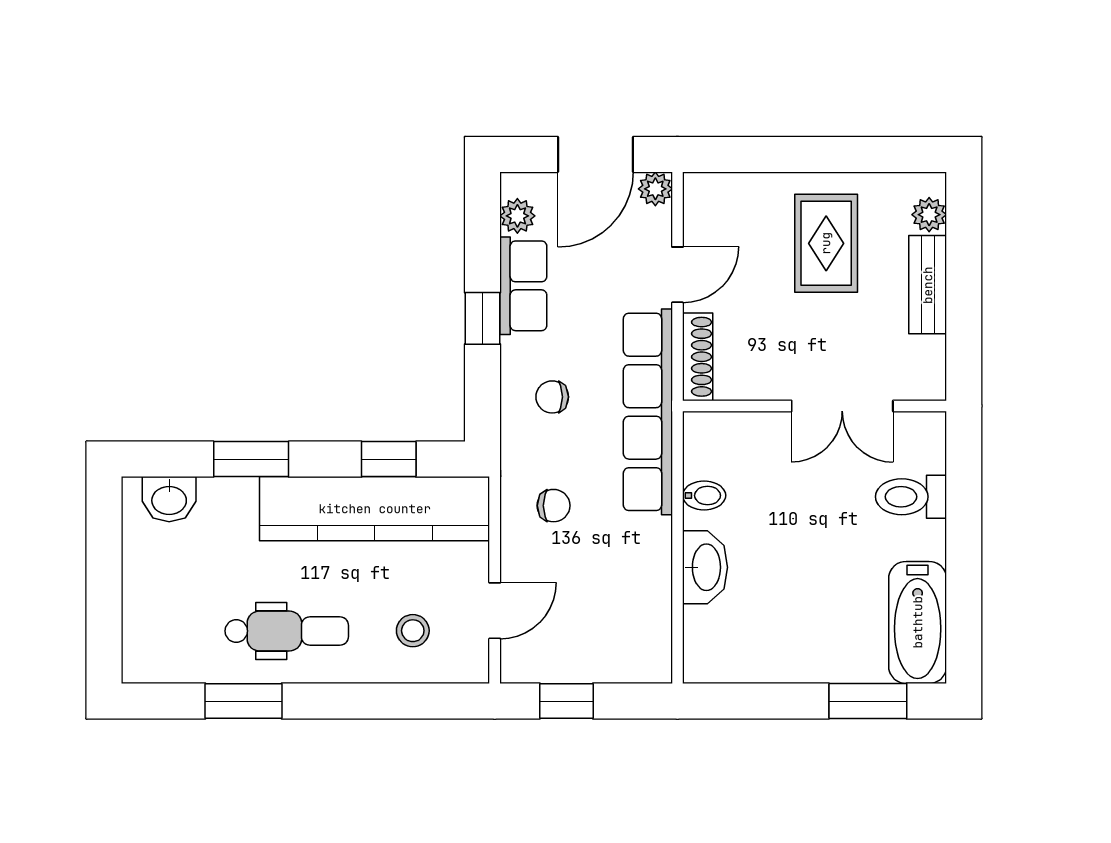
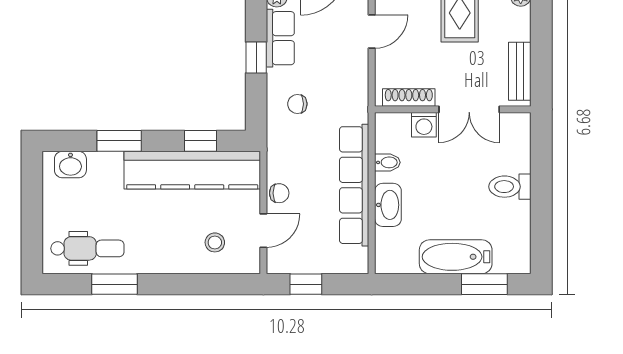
bench: (928, 285) -> (520, 71), moved
shoe rack: (698, 357) -> (409, 97), moved, turned -90
row of seats: (648, 412) -> (354, 185), moved
washing machine: (766, 432) -> (424, 125), added
toilet: (911, 497) -> (510, 187), moved
chair: (554, 506) -> (279, 193), moved
bathtub: (918, 622) -> (456, 257), moved, turned 90
dental chair: (287, 631) -> (87, 248), moved

